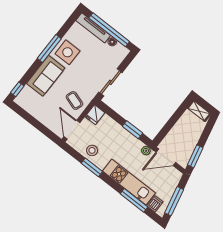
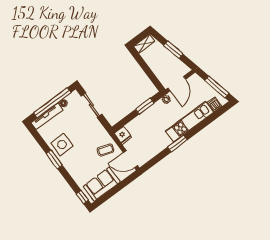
window: (49, 48) -> (54, 159), width x0.69
sofa: (46, 76) -> (102, 184), moved, turned -90
sliding door: (110, 82) -> (92, 105), moved
stool: (92, 150) -> (153, 146), removed
window: (195, 156) -> (173, 50), moved
window: (92, 167) -> (177, 144), moved
window: (134, 200) -> (207, 122), removed

